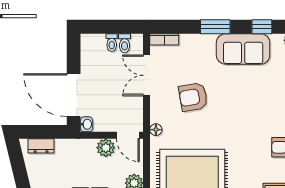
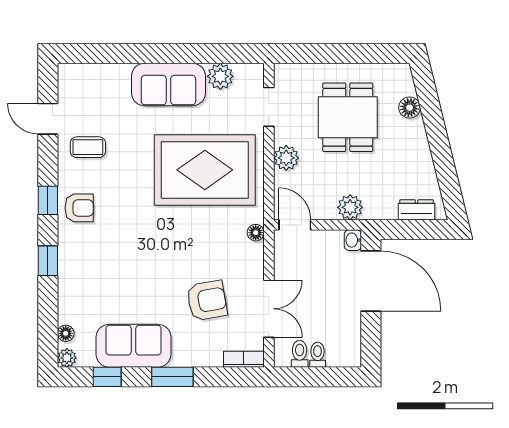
armchair: (193, 97) -> (207, 301), moved
plant: (106, 148) -> (350, 207), moved

